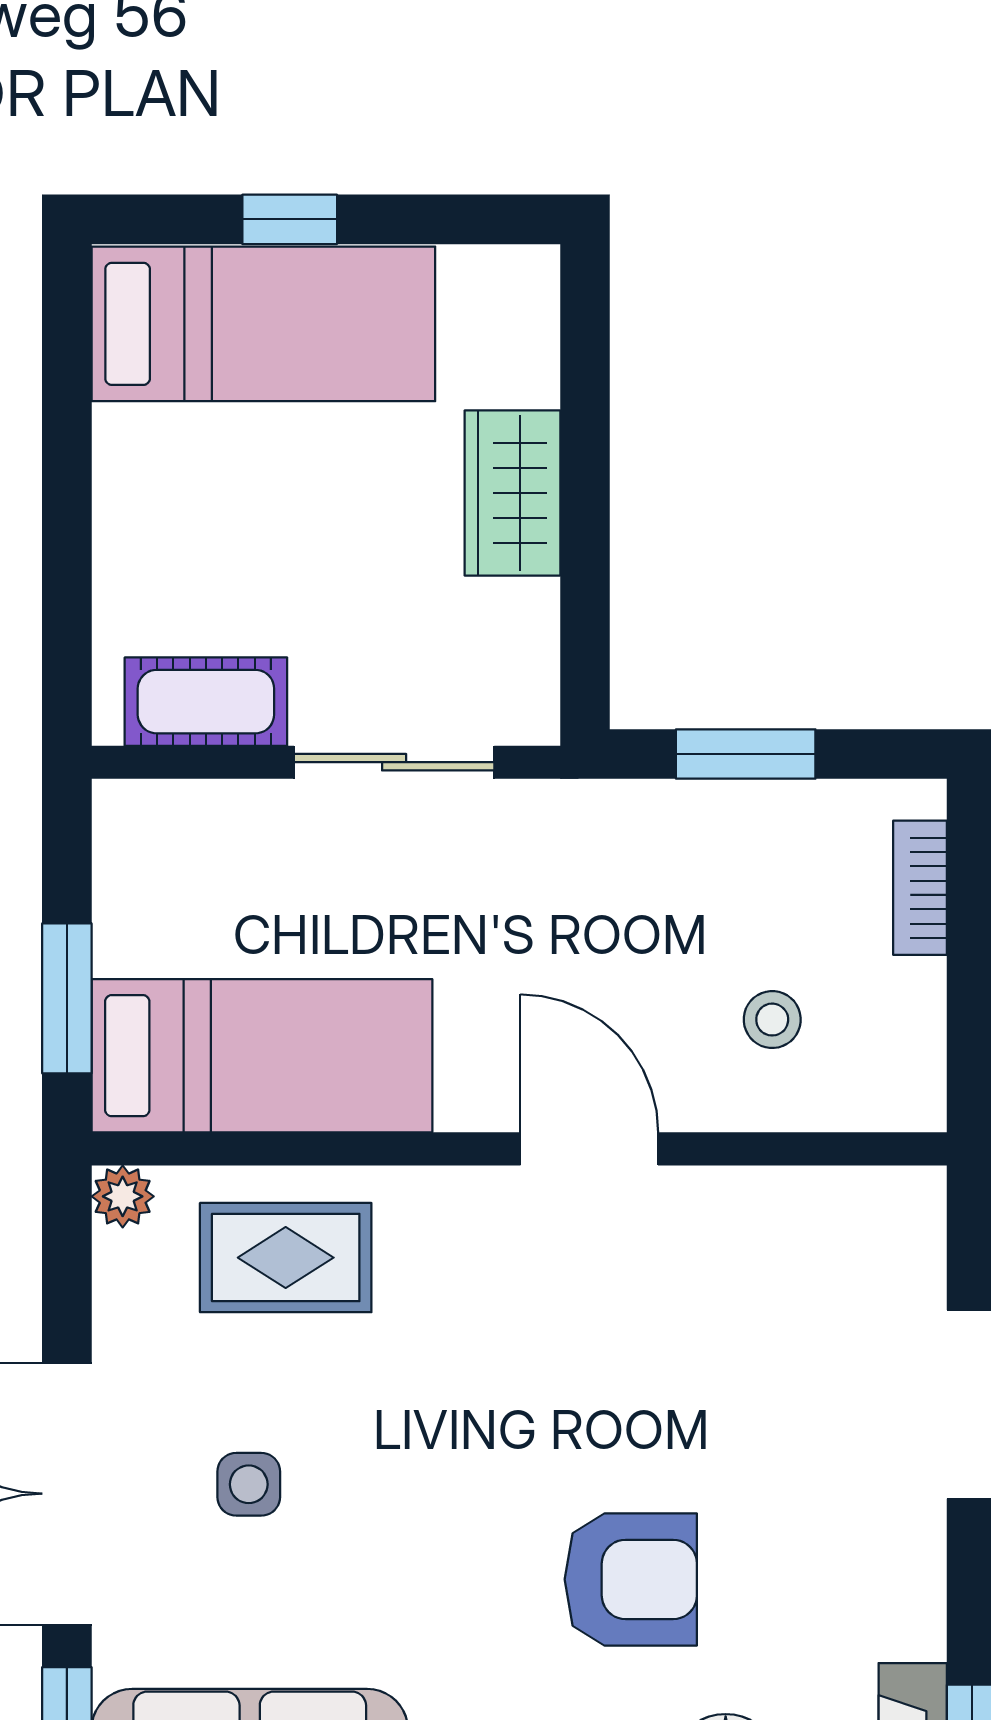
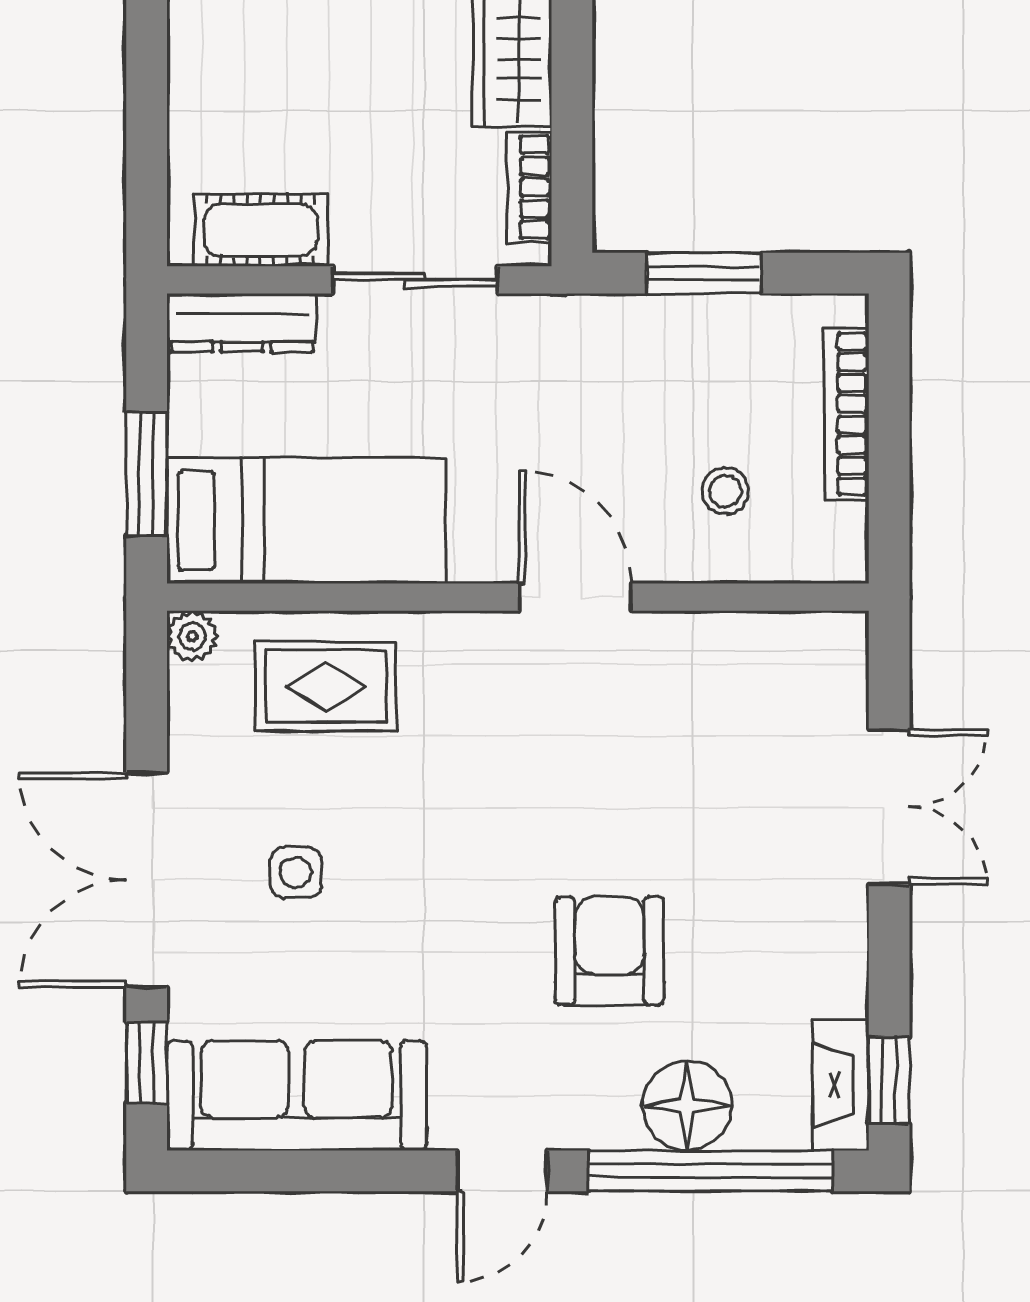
bookcase: (533, 650) -> (529, 187), added
dresser: (183, 814) -> (242, 323), added
bookcase: (920, 888) -> (847, 414), width x1.56
armchair: (631, 1579) -> (609, 951), turned -90

